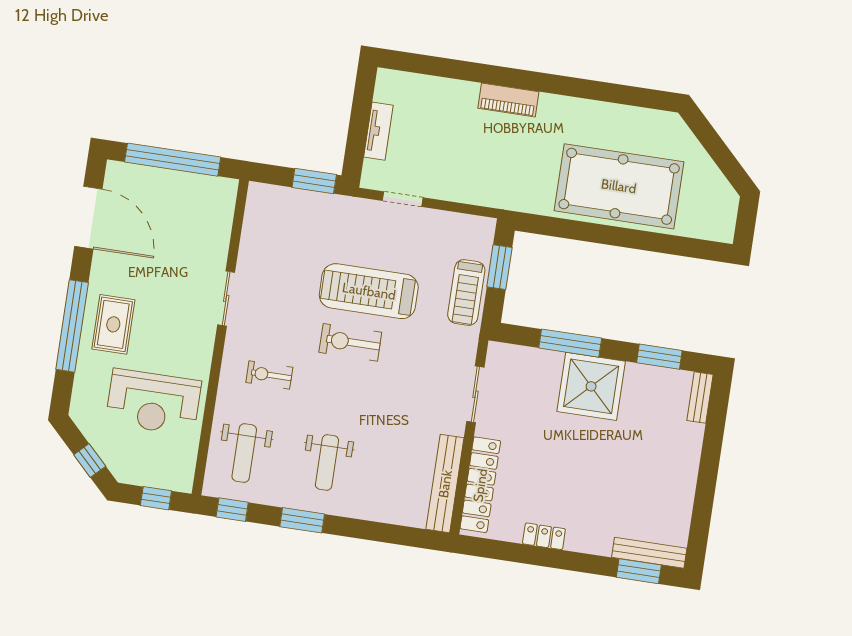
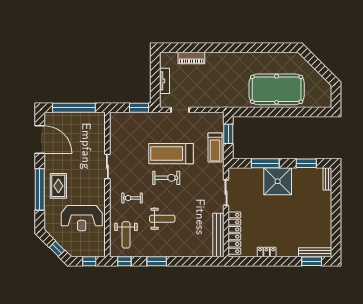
piano: (508, 100) -> (191, 58), moved
exercise bike: (350, 342) -> (166, 178), turned 180
weight bench: (327, 462) -> (162, 219), moved, turned -90

